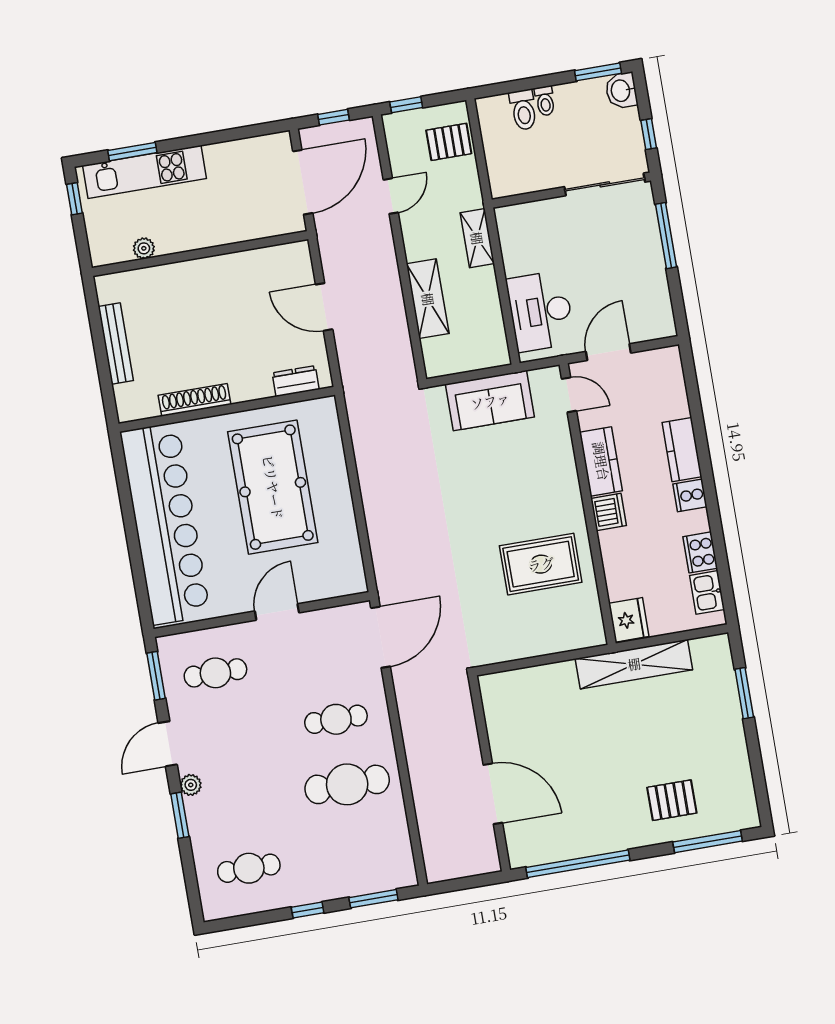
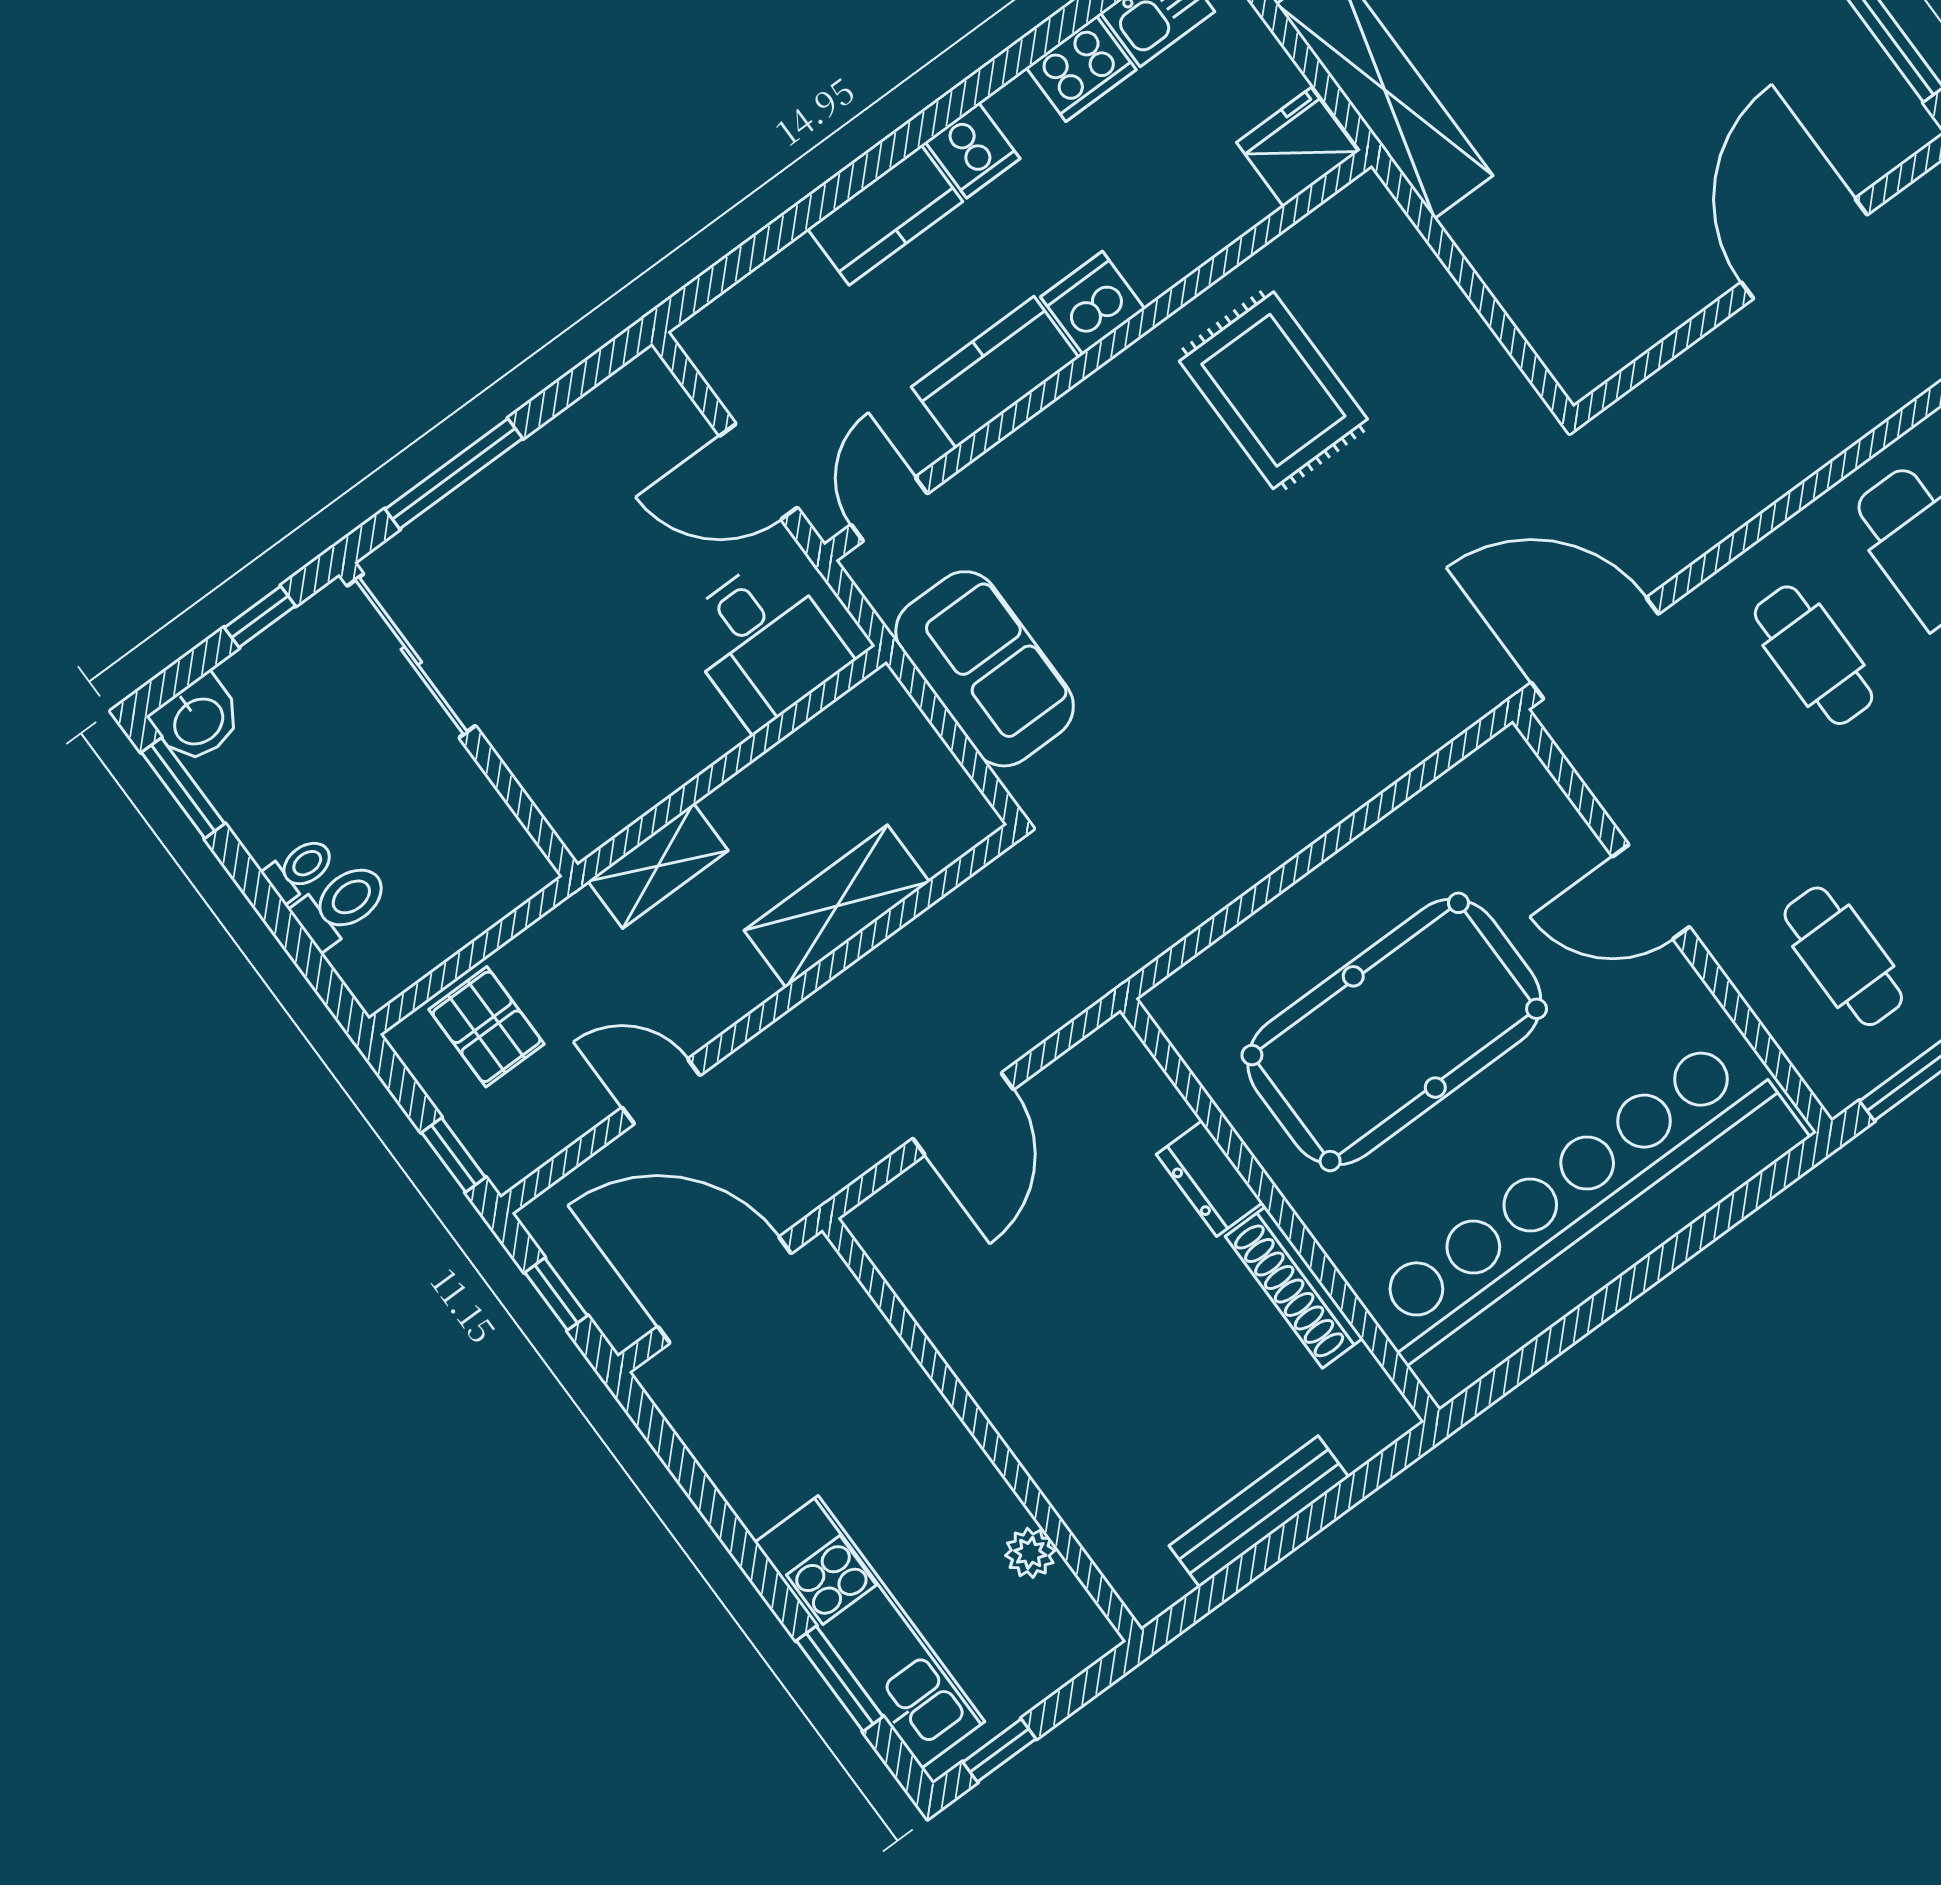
desk: (541, 311) -> (764, 642), width x0.73
dresser: (296, 381) -> (1209, 1178), moved

